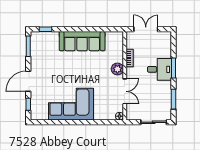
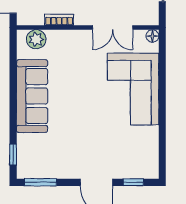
plant: (117, 69) -> (36, 39), moved
double door: (125, 91) -> (113, 28), swing flipped
corner sofa: (71, 104) -> (133, 89), moved

